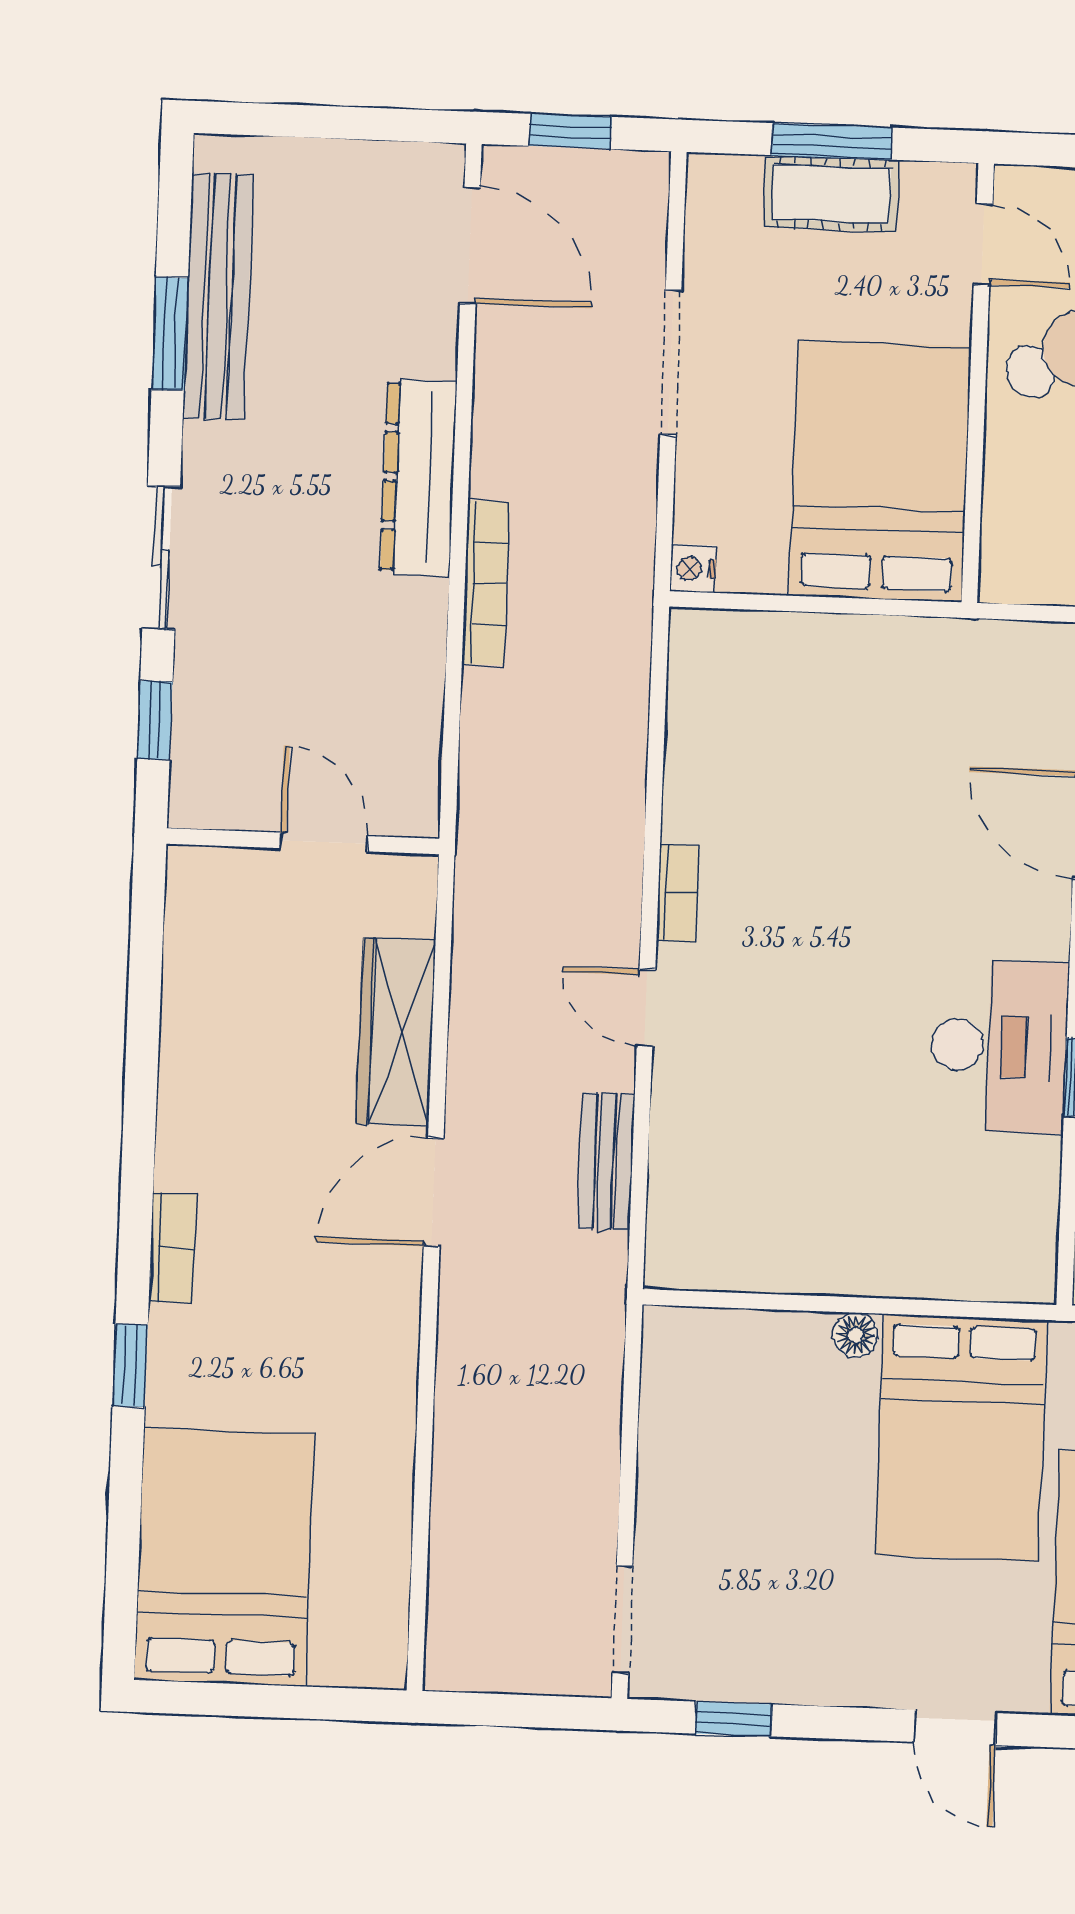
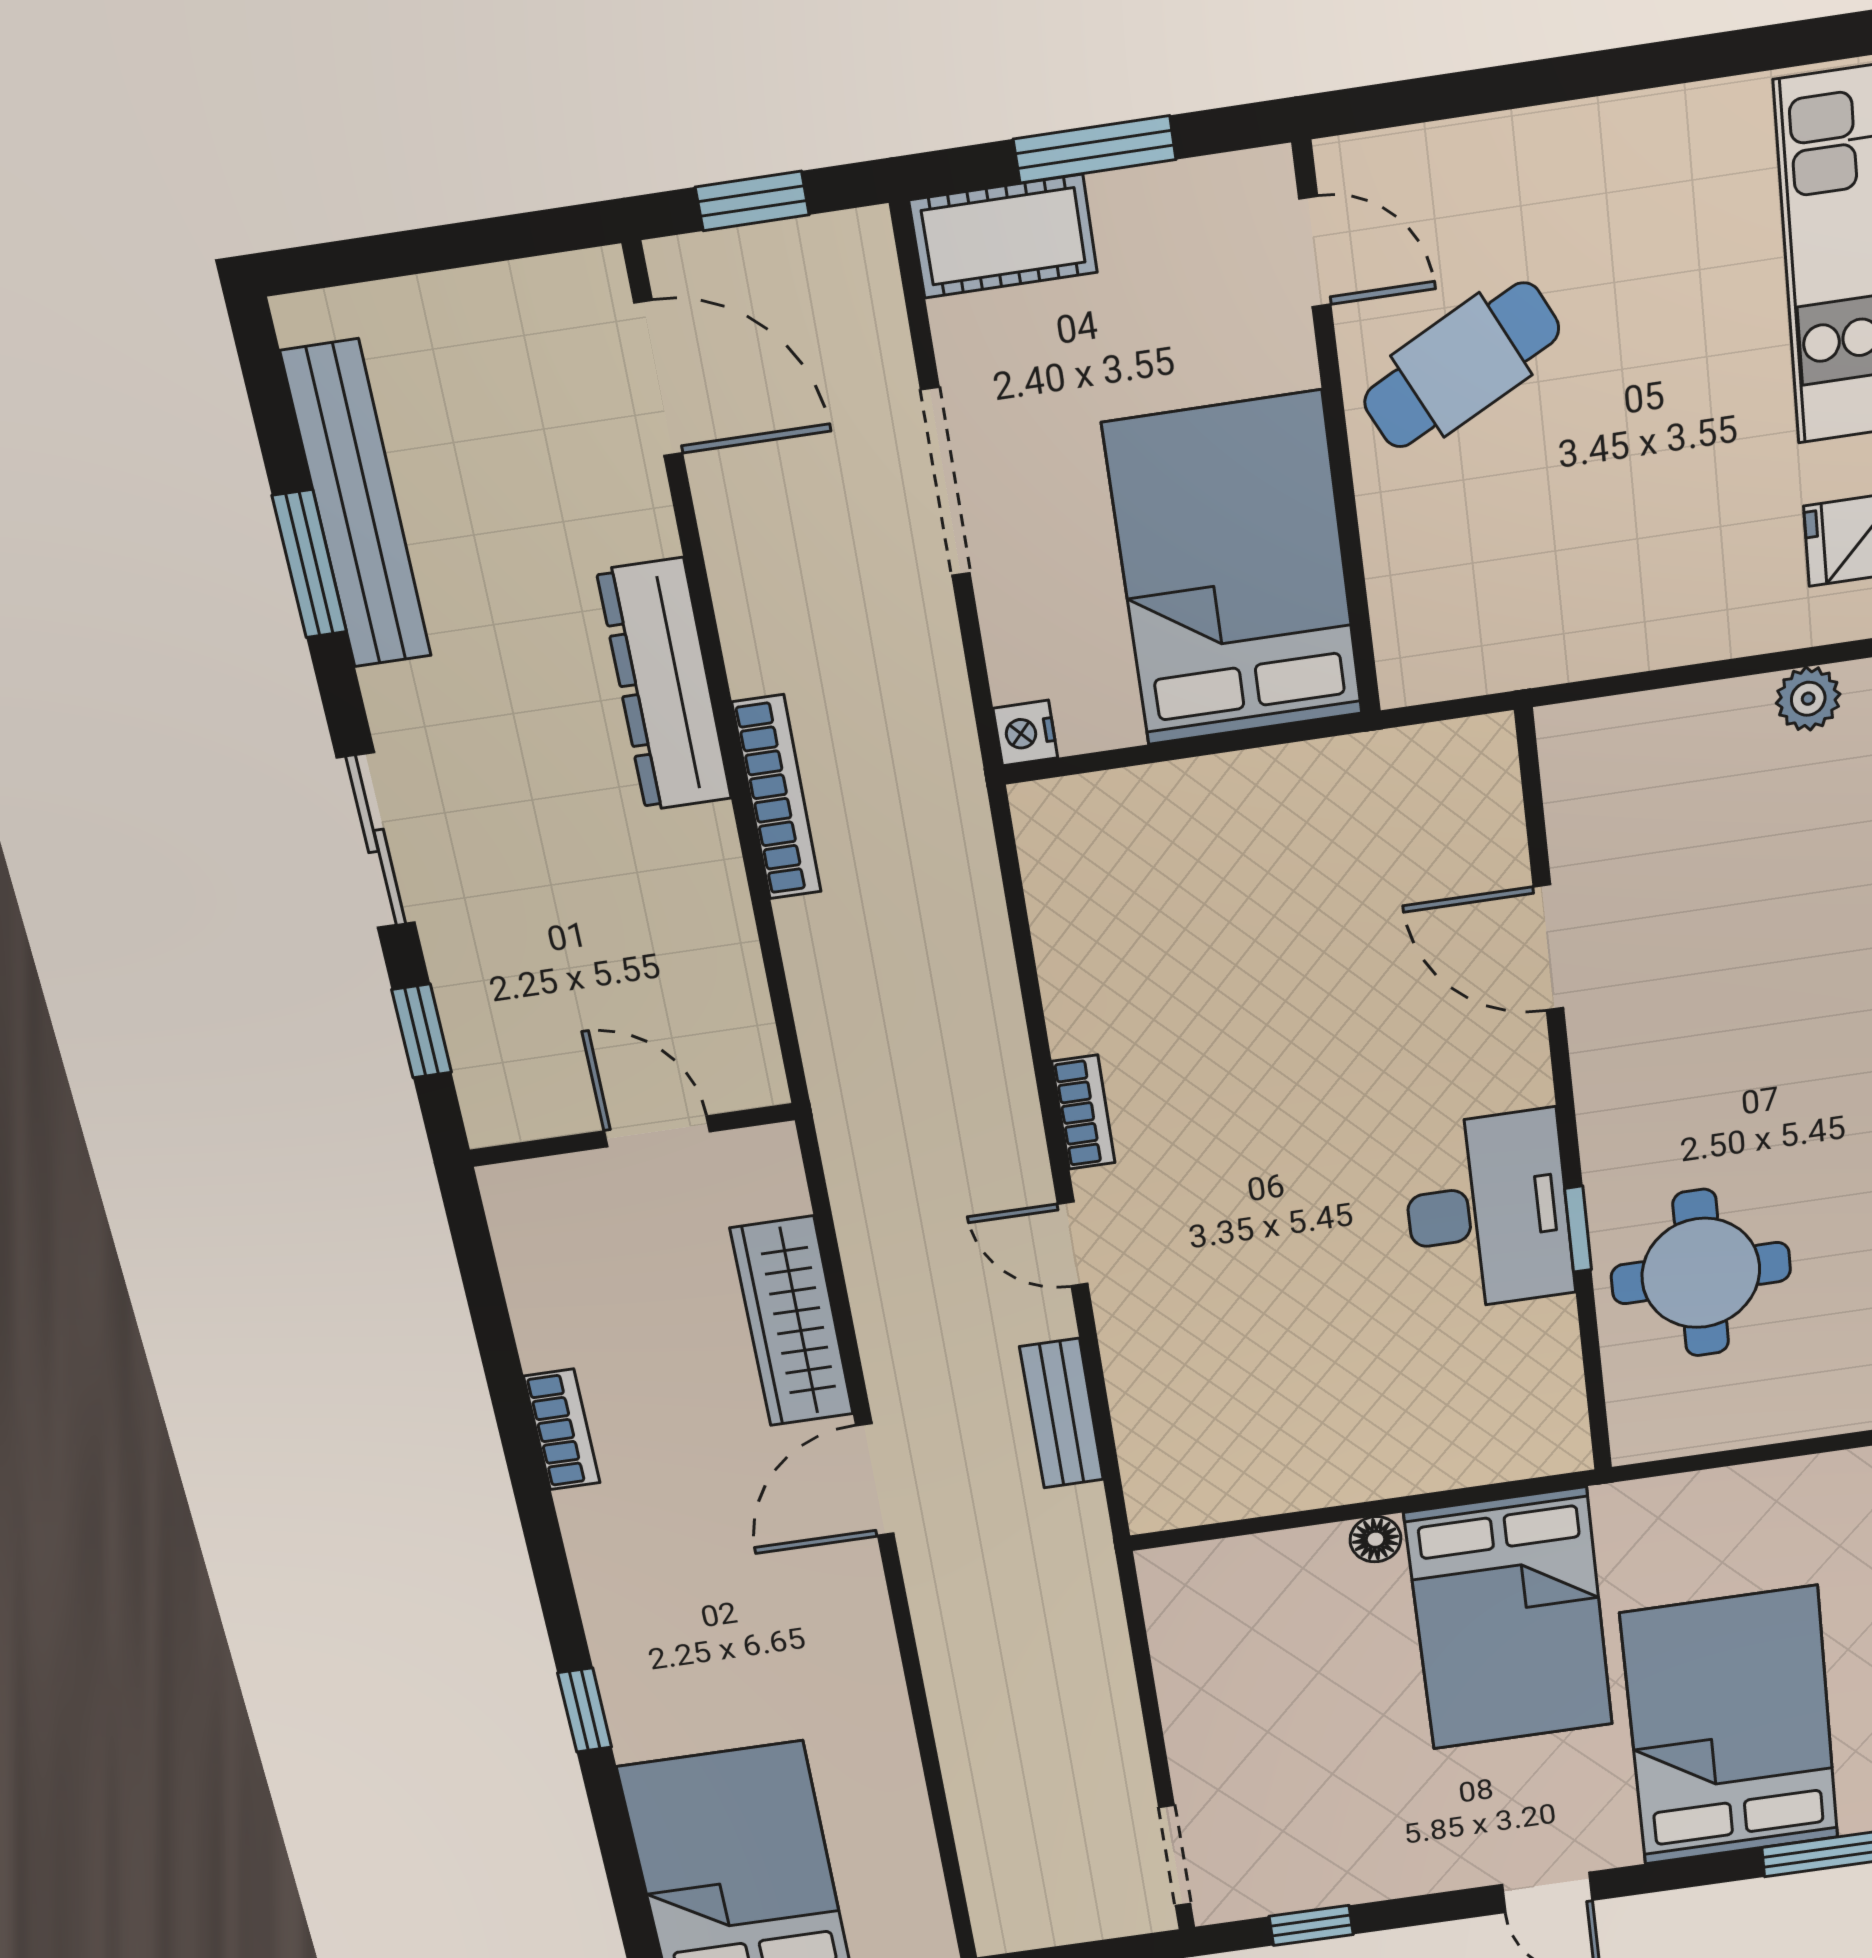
cot: (831, 194) -> (1003, 236), moved
bookcase: (173, 1248) -> (562, 1430), moved

